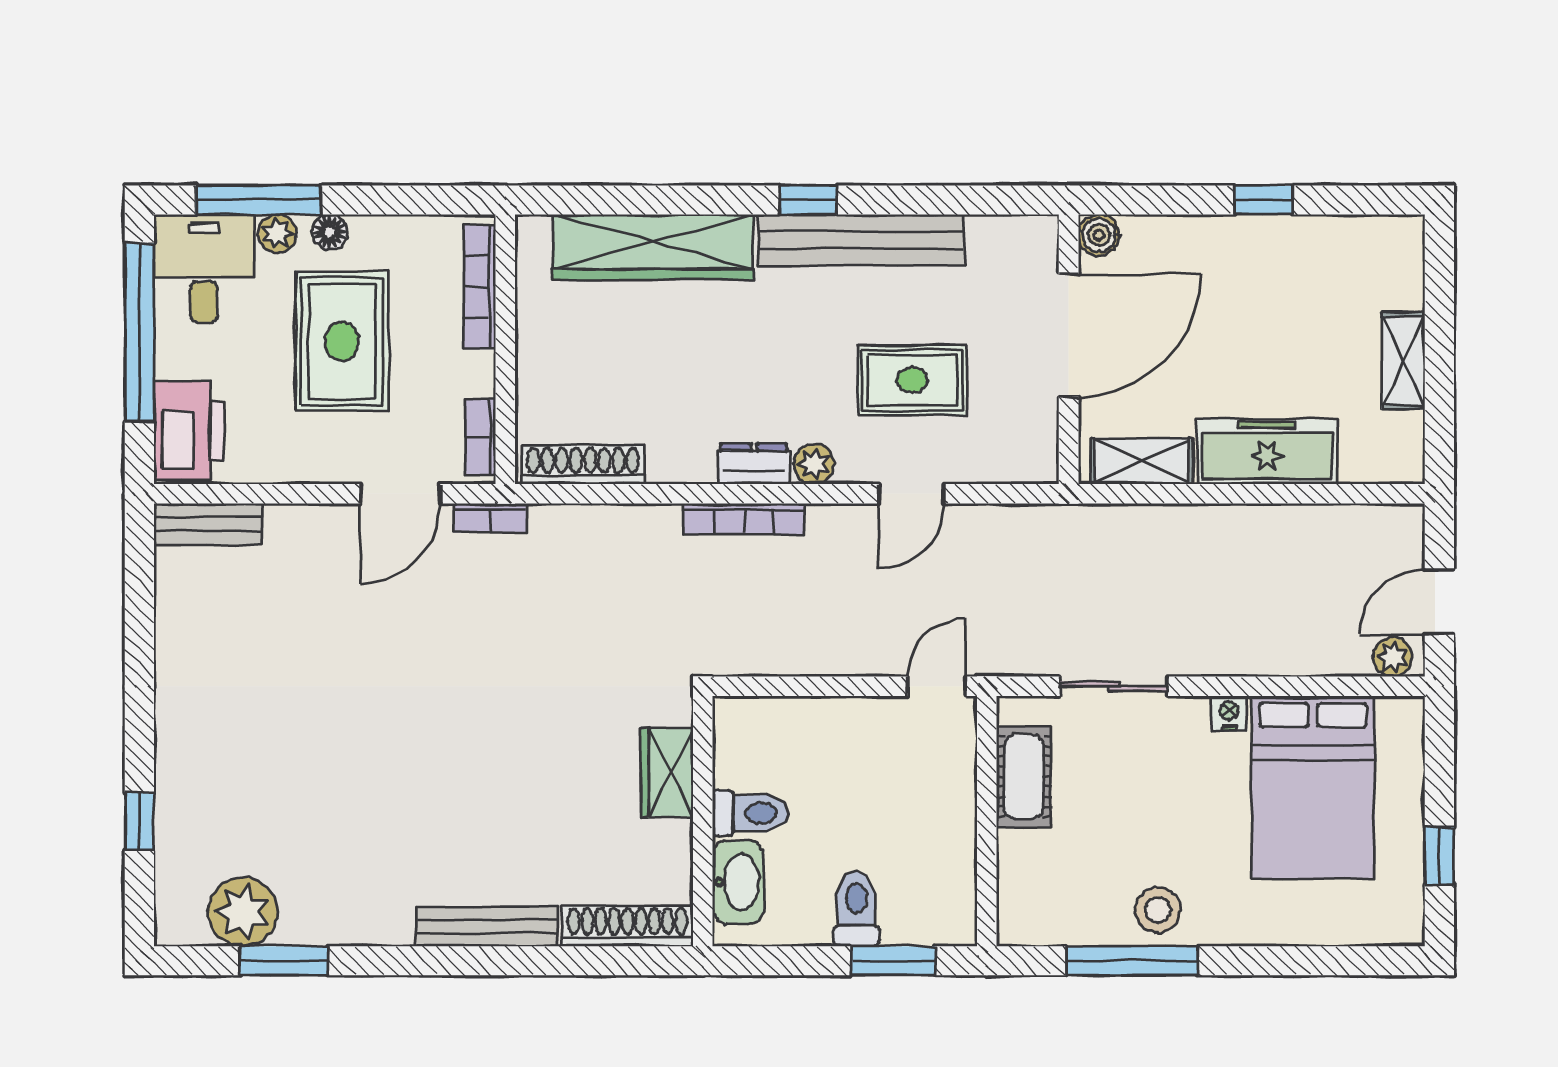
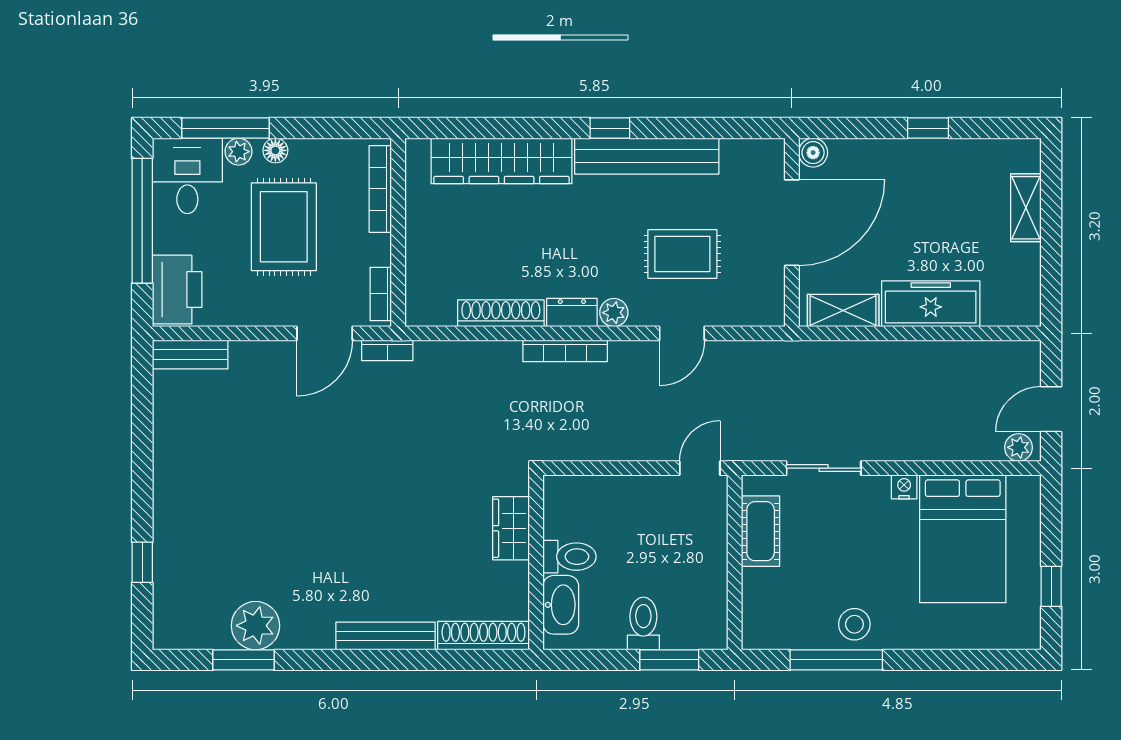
shelving: (1403, 361) -> (1026, 208), moved
shoe rack: (583, 465) -> (501, 313), moved
plant: (243, 912) -> (255, 626), moved

